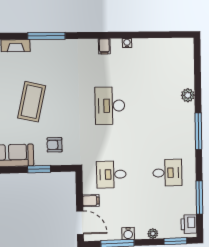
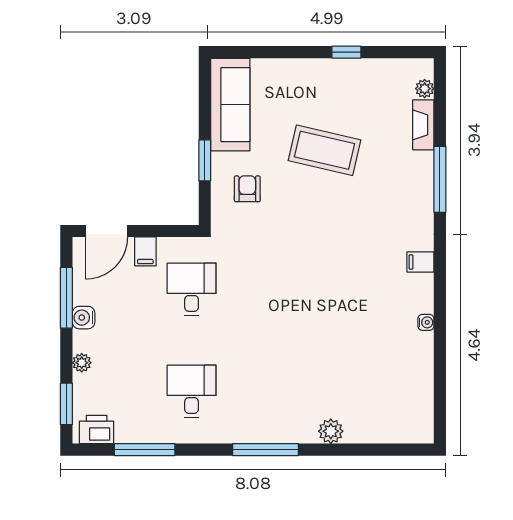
filing cabinet: (104, 46) -> (420, 262), moved
desk: (110, 106) -> (315, 289), removed
desk: (167, 173) -> (192, 391), turned 180

